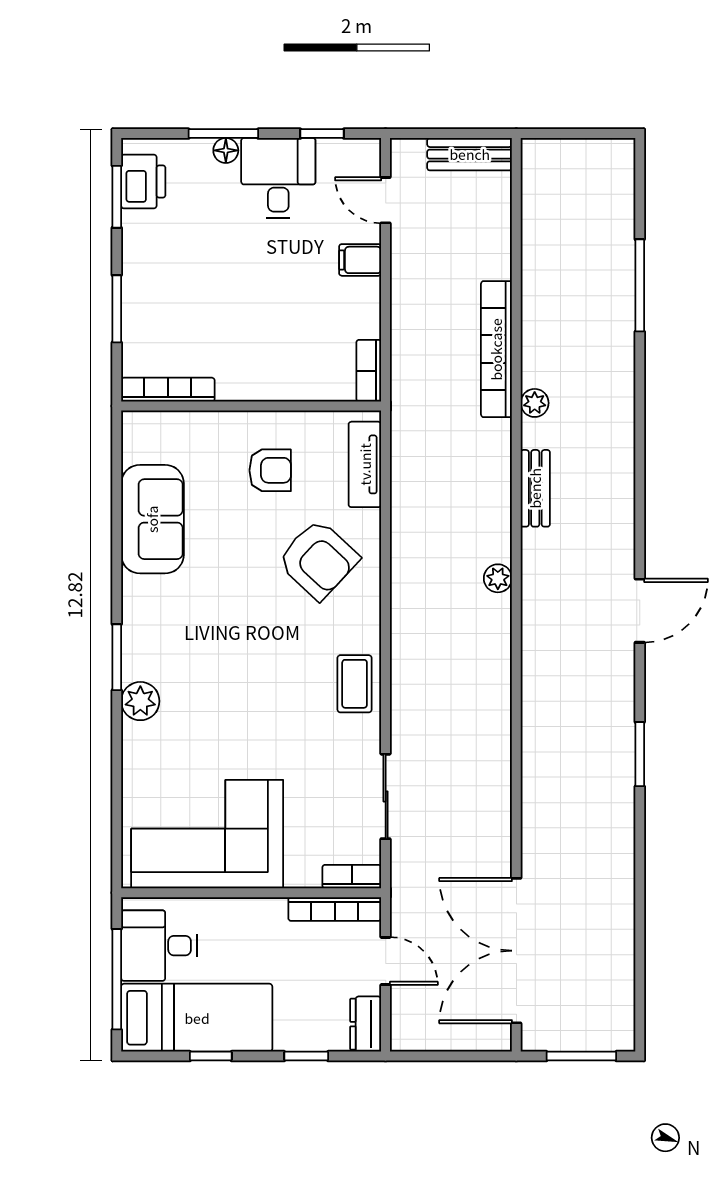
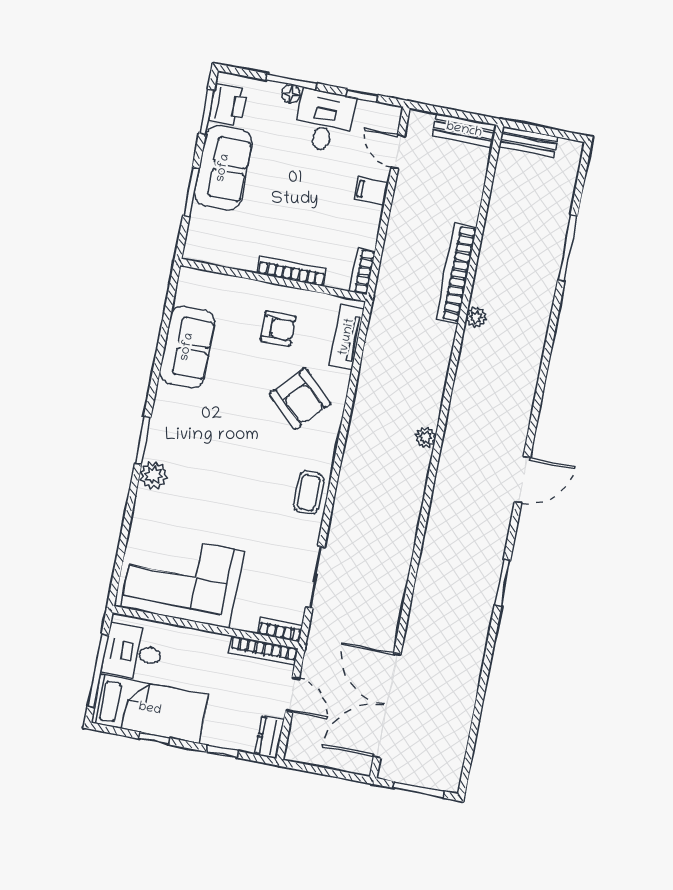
sofa: (154, 268) -> (223, 168), added
bookcase: (168, 390) -> (292, 271), moved
bench: (535, 488) -> (528, 142), moved, turned 90

